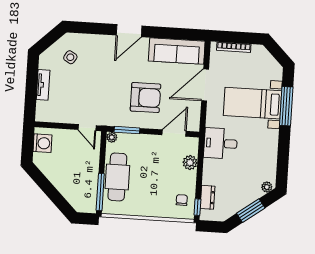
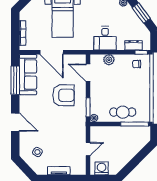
door: (129, 31) -> (15, 122), moved
window: (170, 33) -> (15, 80), added
armchair: (145, 98) -> (63, 95), turned 90
door: (87, 128) -> (88, 149), moved
desk: (221, 143) -> (105, 38), moved
cafe table: (117, 177) -> (123, 112), width x0.73, depth x0.74

